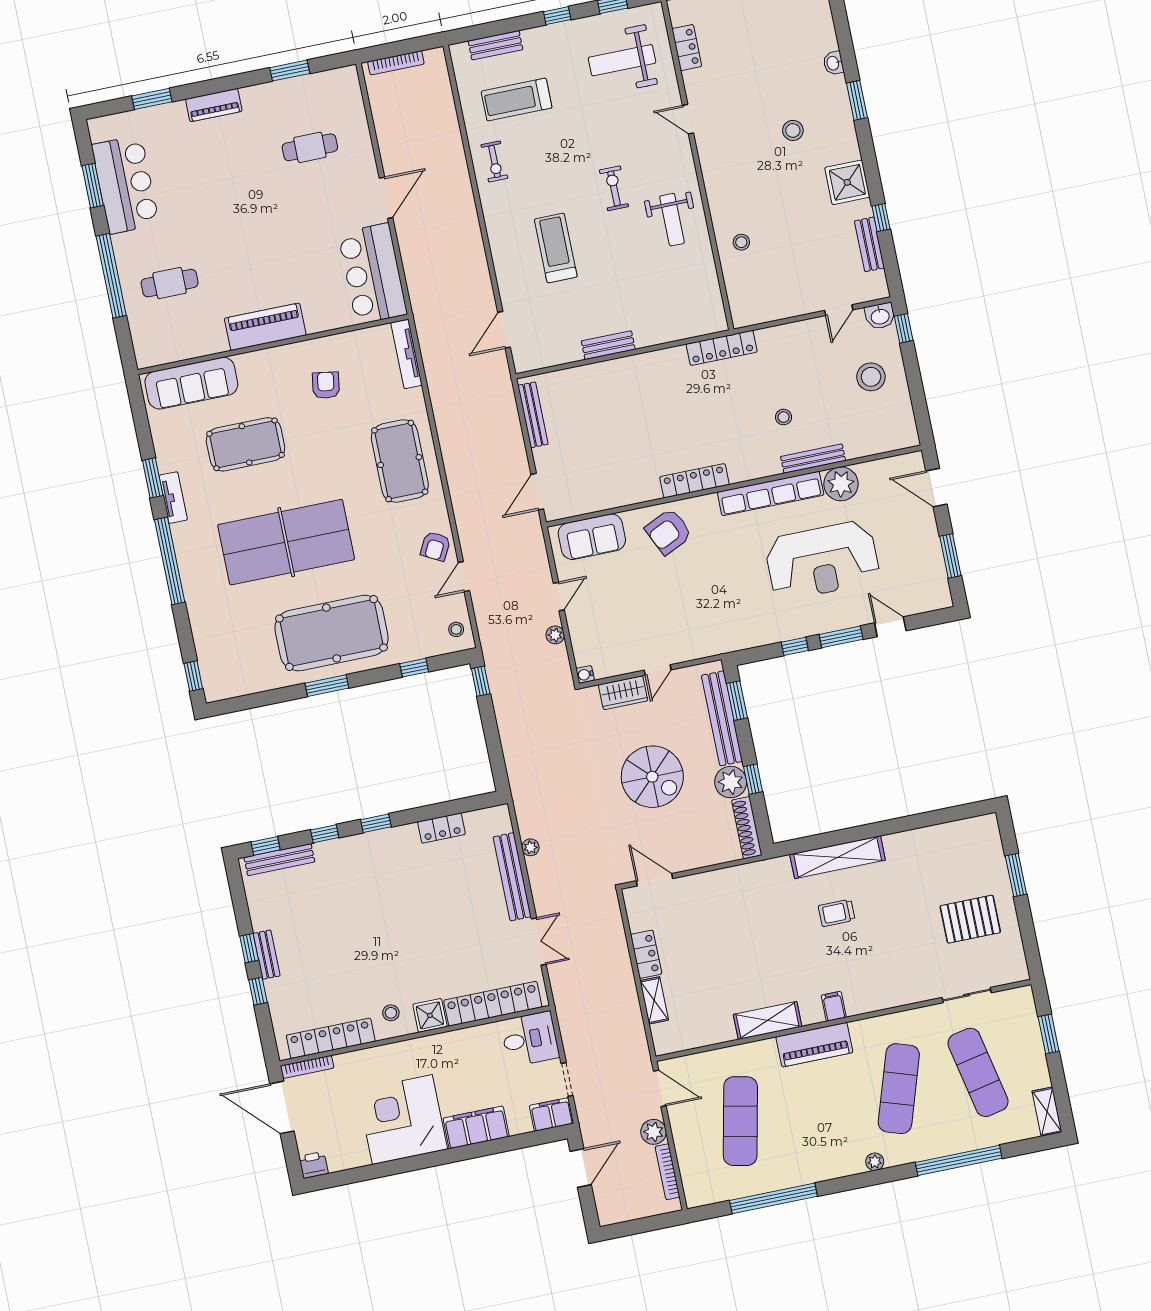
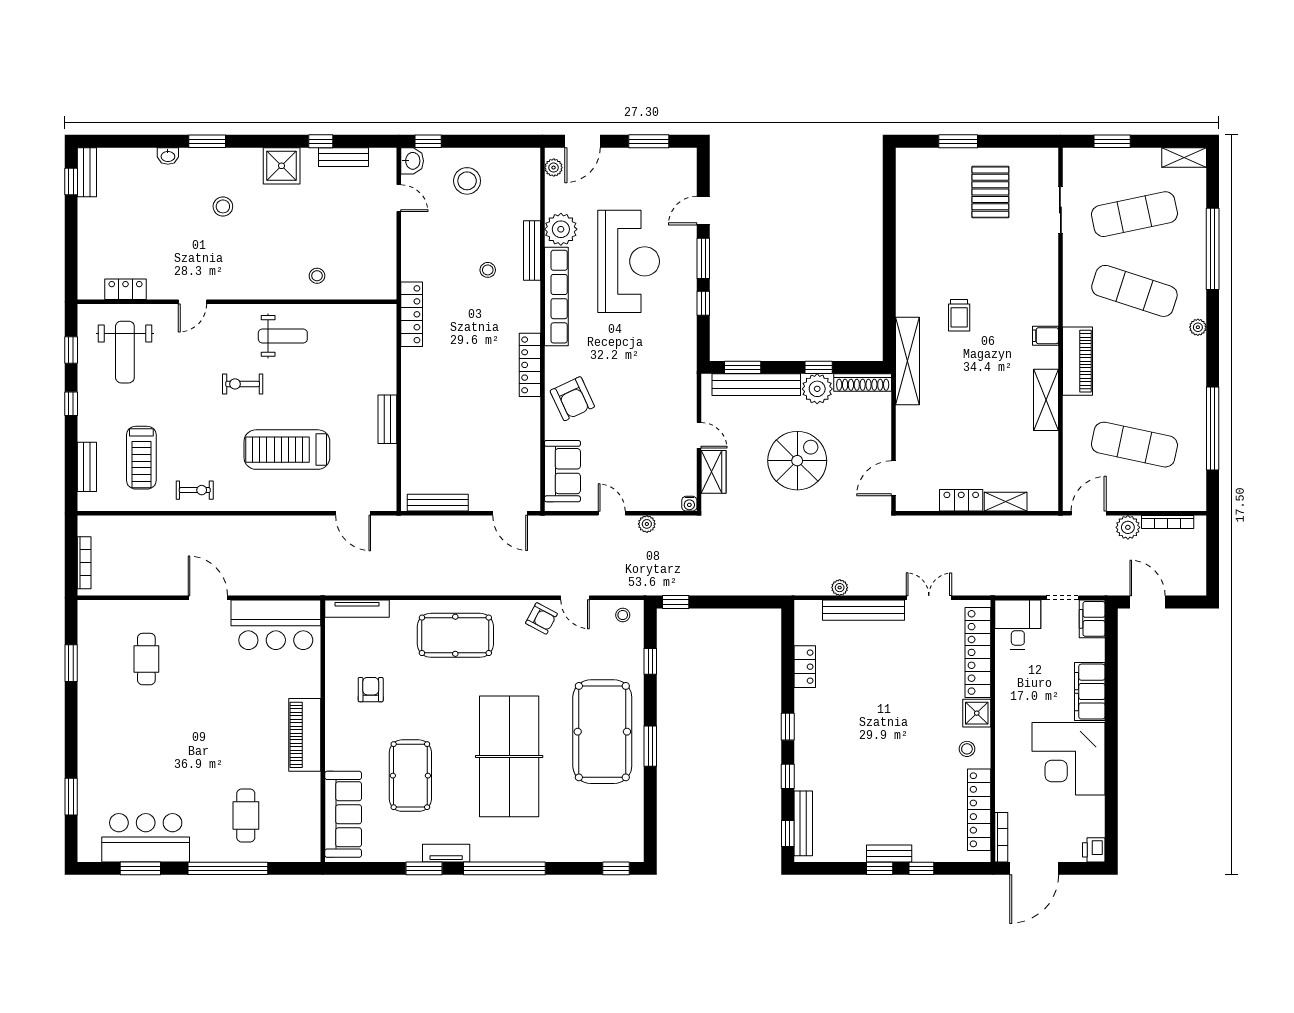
piano: (214, 105) -> (89, 740), removed
treadmill: (556, 248) -> (287, 450), width x1.37, depth x1.38
armchair: (326, 385) -> (371, 690), turned 81
plant: (903, 463) -> (554, 168), added
shelving: (838, 857) -> (908, 361), moved

